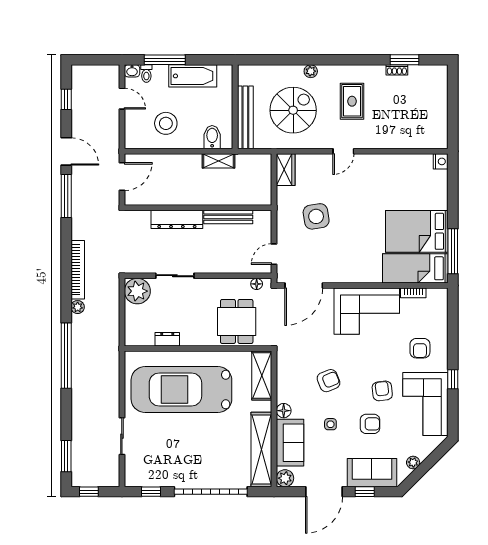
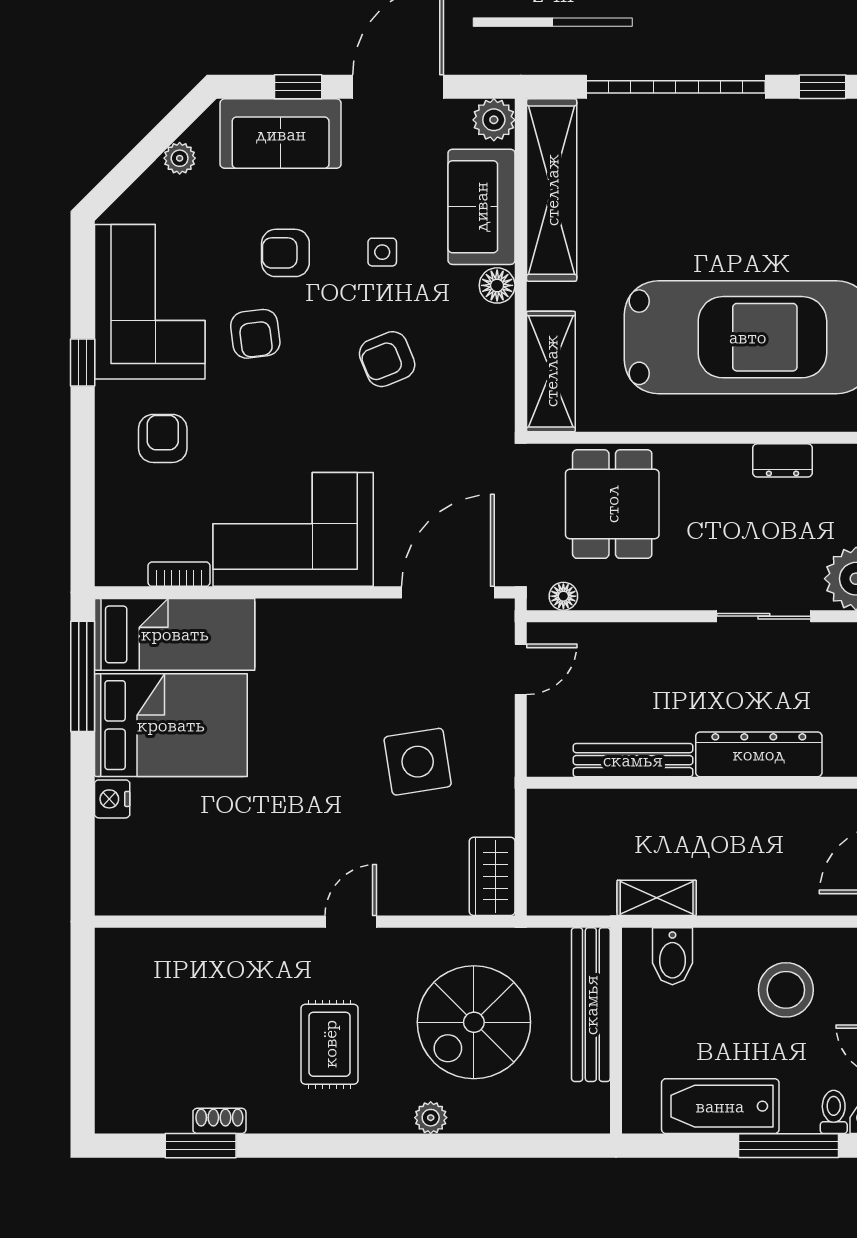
nightstand: (441, 161) -> (112, 799), moved

